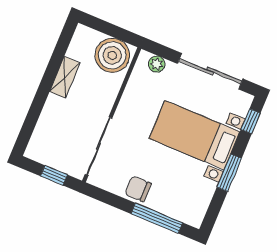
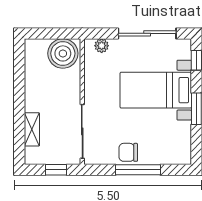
shelving: (65, 77) -> (32, 129), moved
window: (157, 218) -> (138, 170), moved

